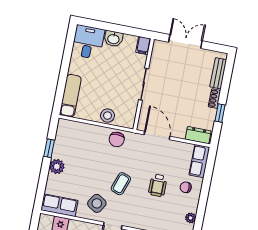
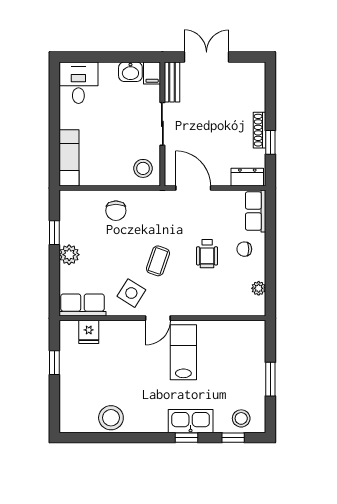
washbasin: (113, 39) -> (130, 72), moved
bench: (218, 73) -> (172, 82), moved
shoe rack: (215, 99) -> (260, 130), width x1.43
stool: (107, 116) -> (143, 168), moved
chair: (117, 139) -> (116, 211), moved

